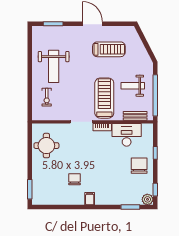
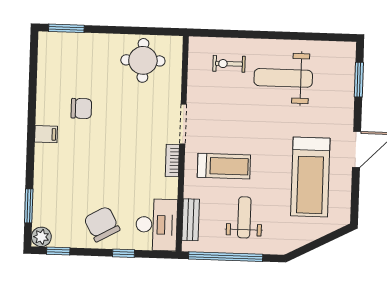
treadmill: (109, 49) -> (310, 177), width x1.37, depth x1.38
treadmill: (104, 98) -> (224, 166), width x0.73, depth x0.73
desk: (127, 135) -> (157, 225), moved
chair: (139, 166) -> (102, 224), turned -119

